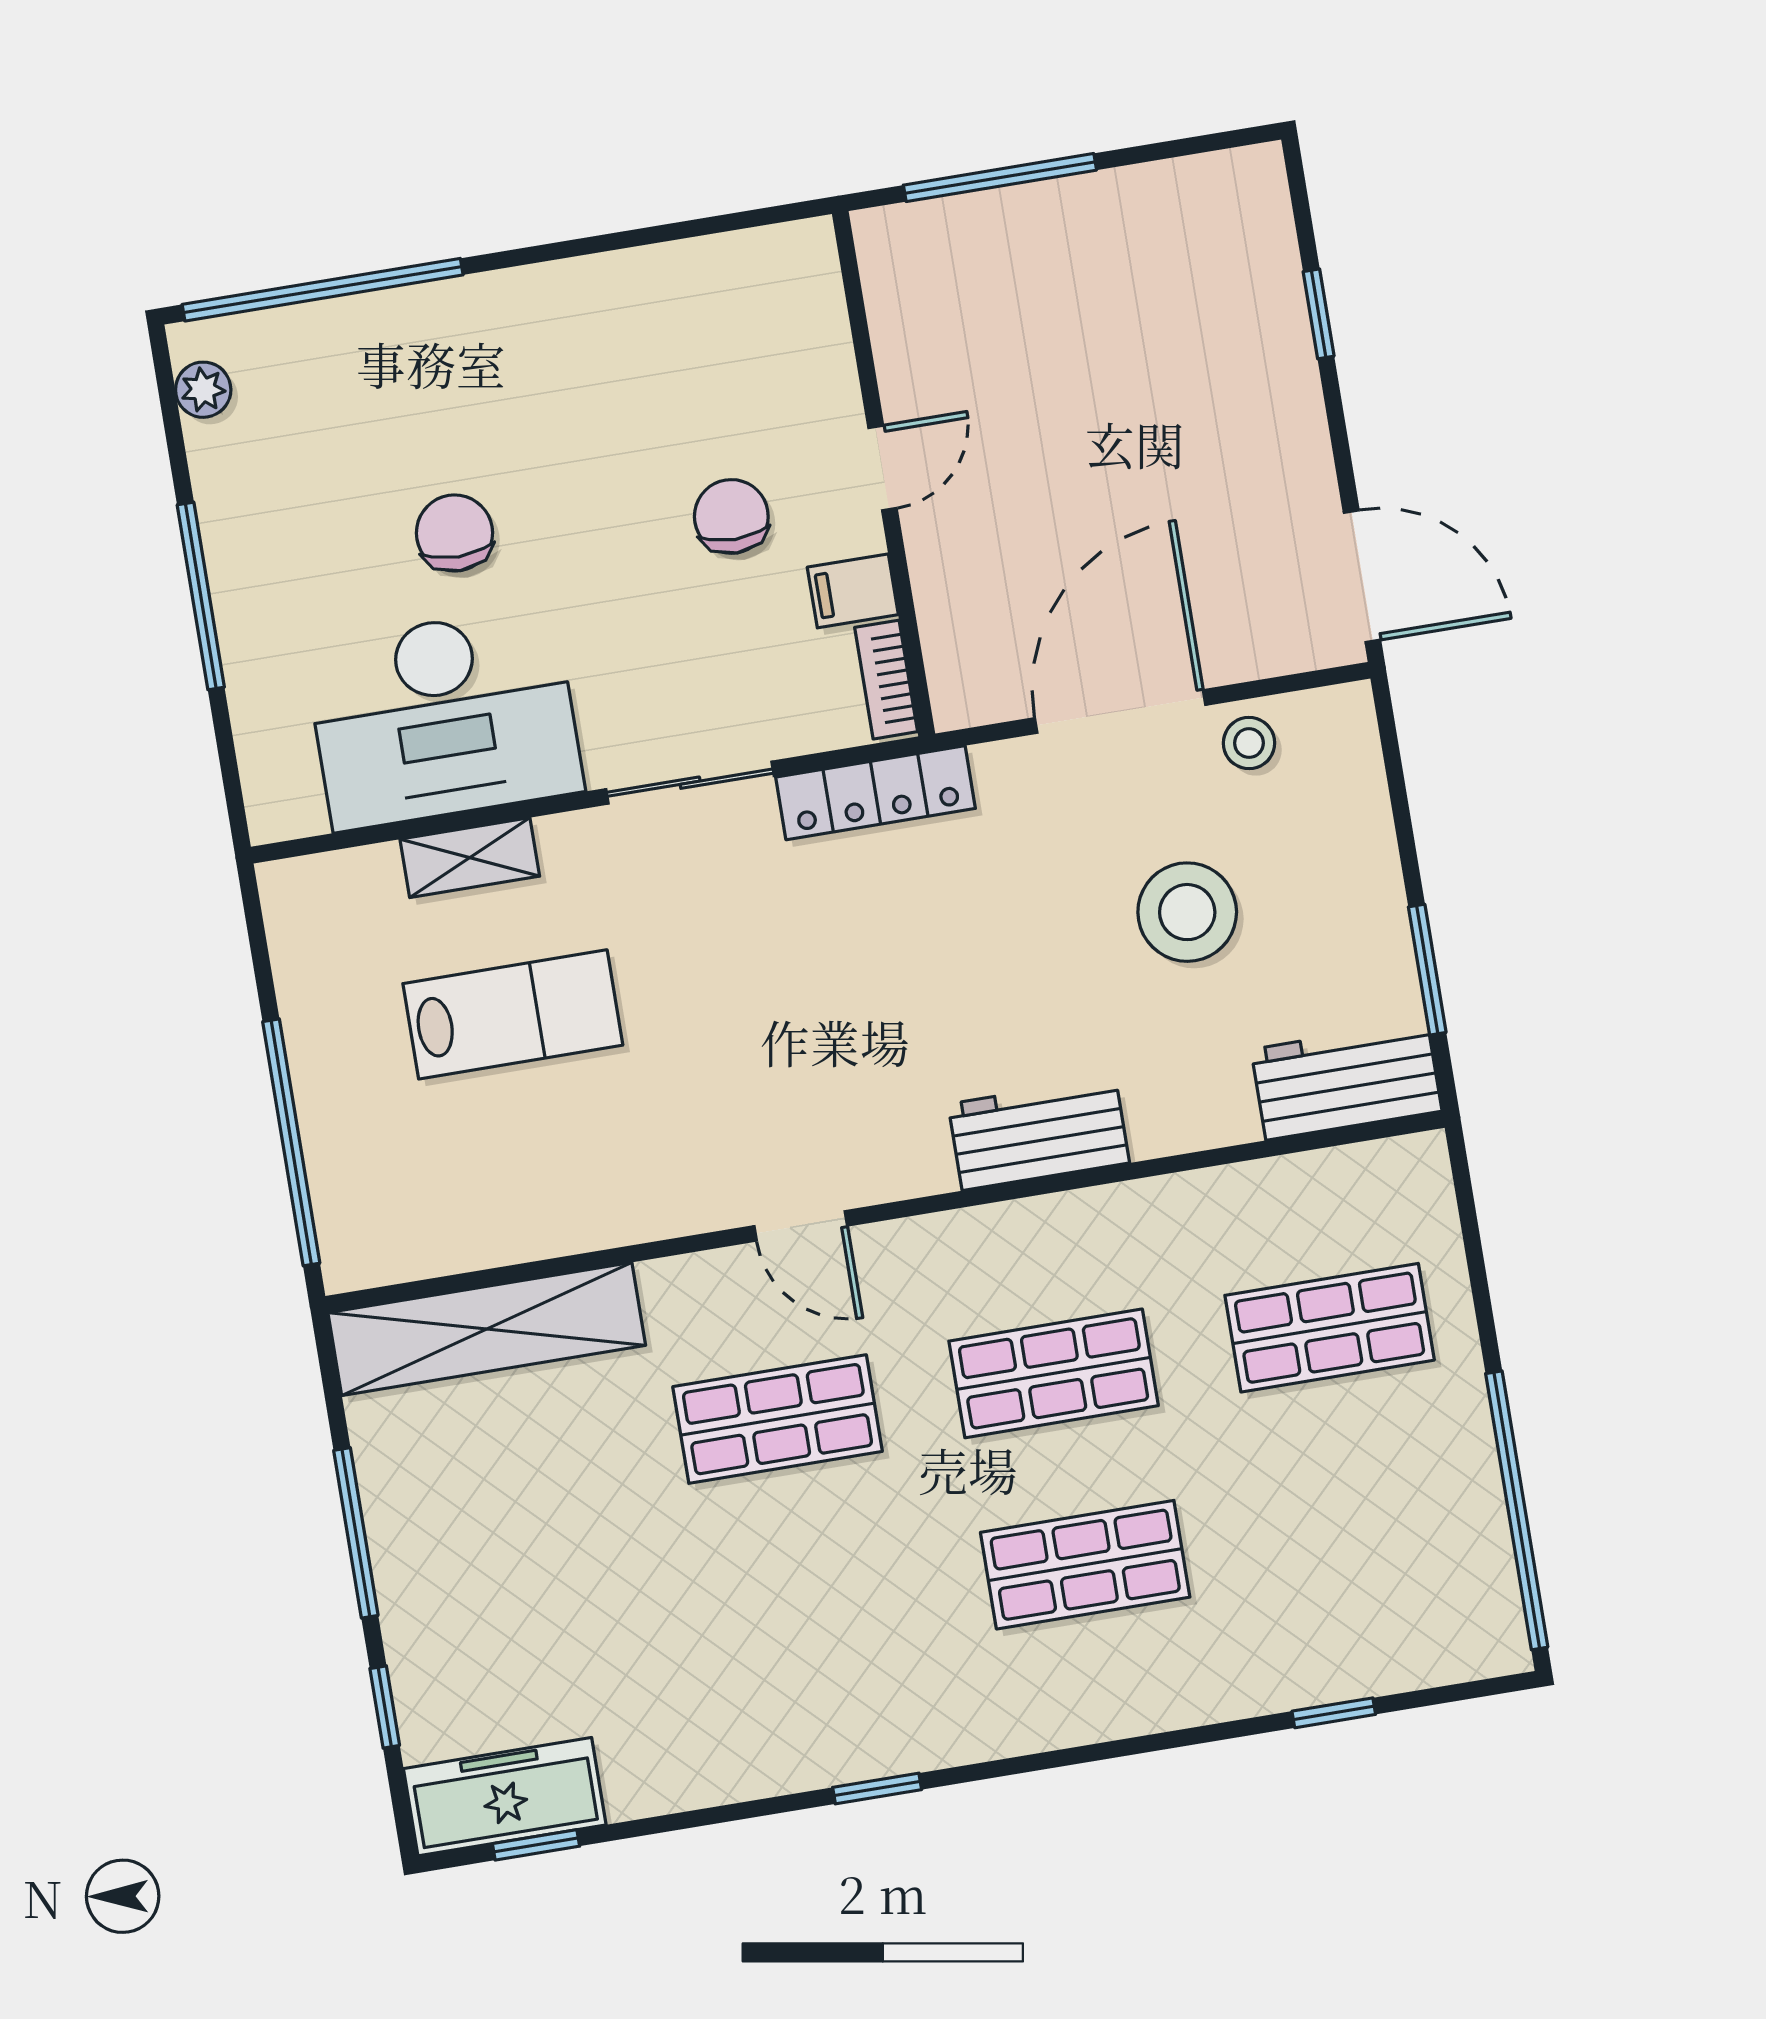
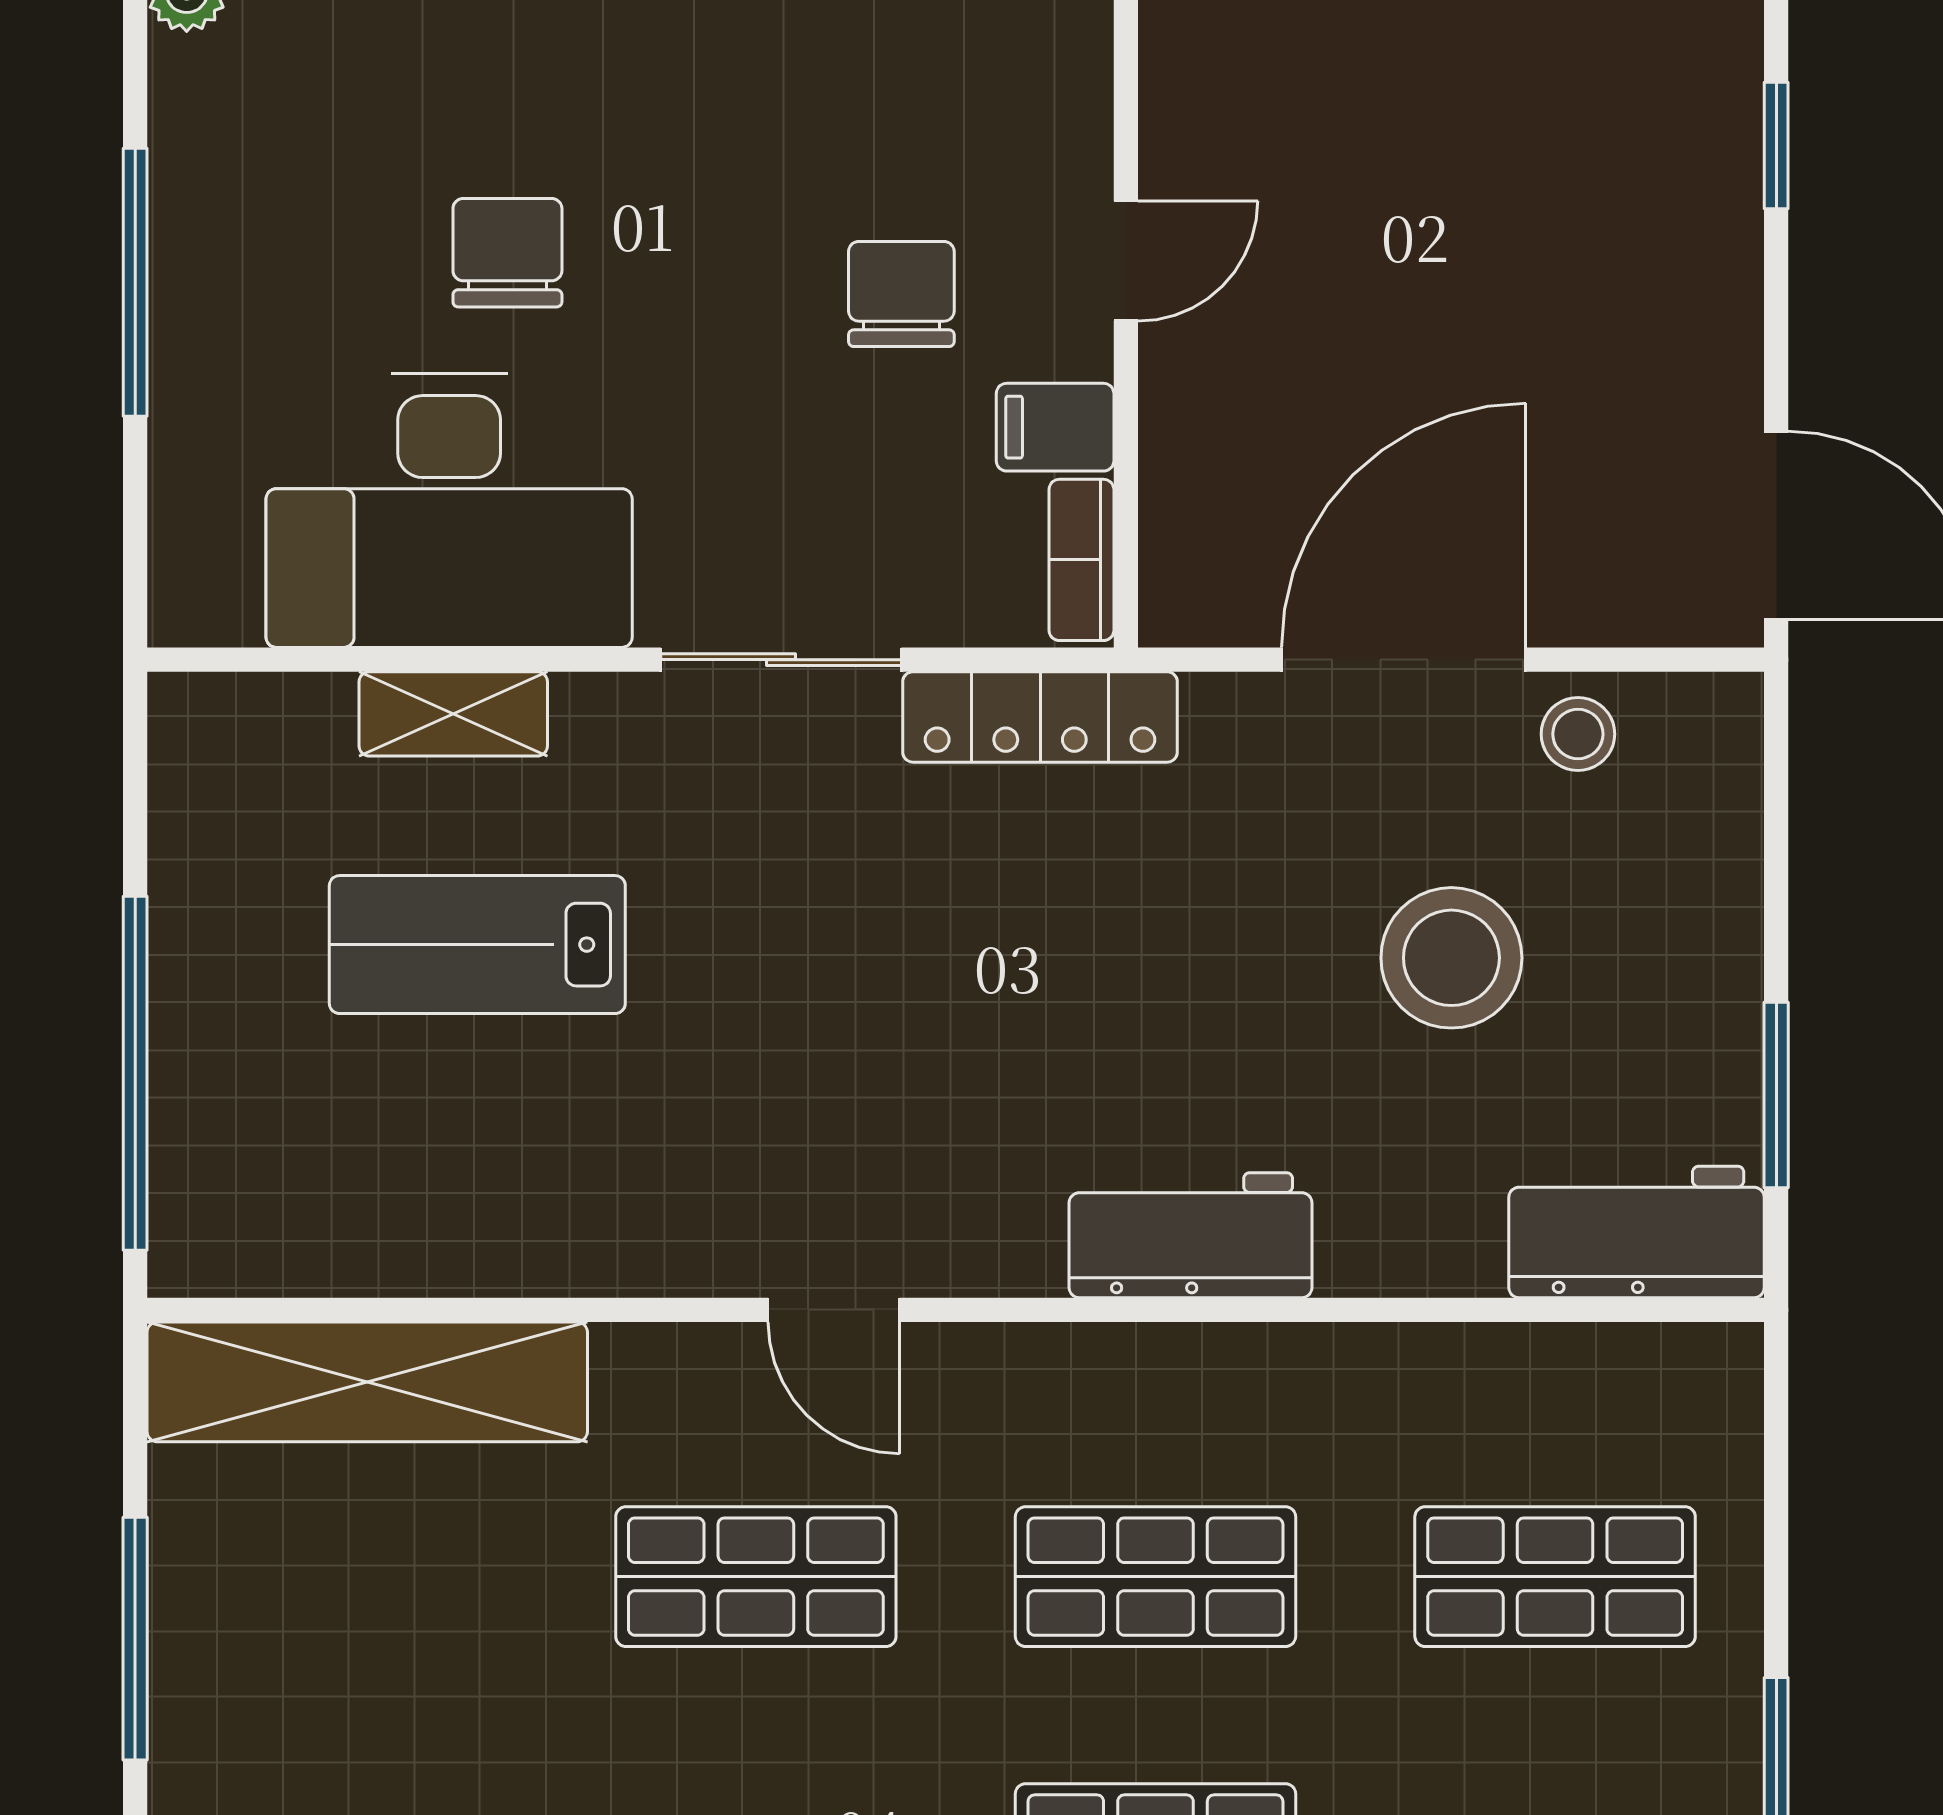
lab bench: (513, 1014) -> (477, 945), turned 180

